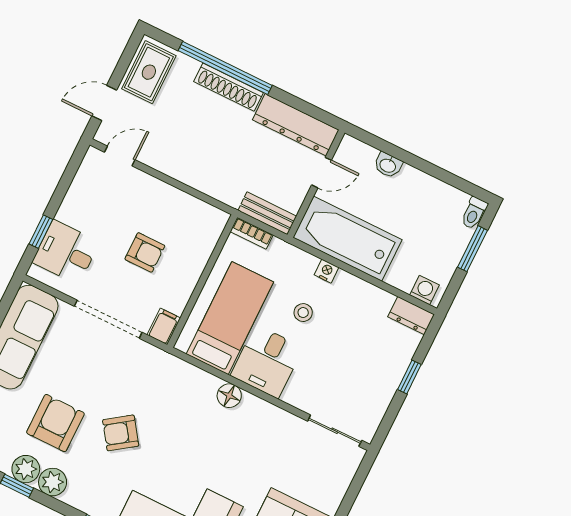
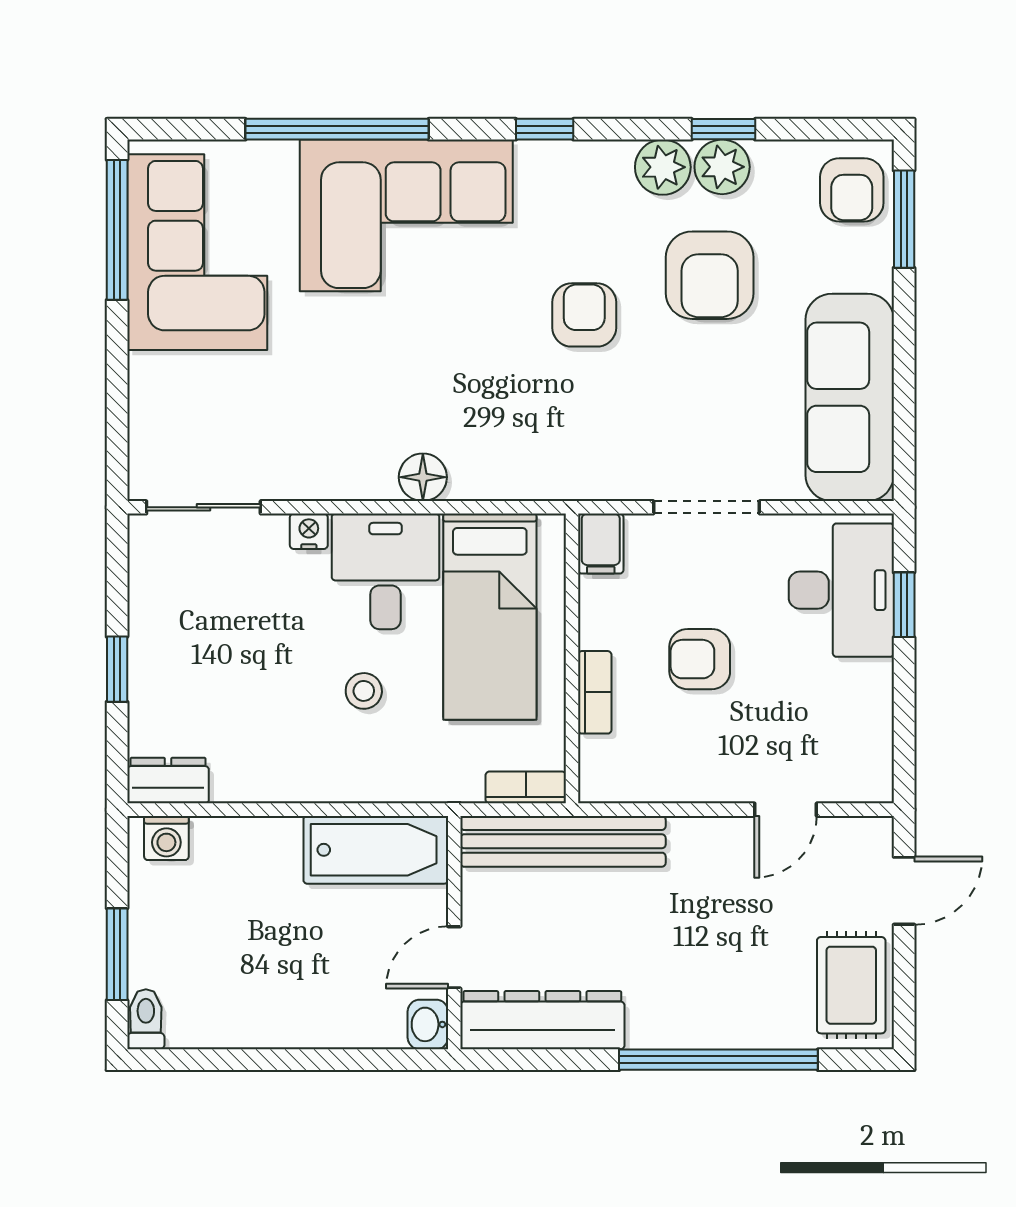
shoe rack: (229, 87) -> (696, 1029), removed
door: (120, 156) -> (786, 810), moved
washbasin: (388, 165) -> (428, 1024), moved, turned -90
bench: (267, 213) -> (563, 841), width x1.86, depth x1.21
bathtub: (347, 239) -> (376, 850), width x0.73, depth x0.73
desk: (66, 252) -> (841, 590), width x1.37
bookcase: (199, 261) -> (595, 692), added
nightstand: (326, 271) -> (309, 531), moved, turned 180
doorway: (108, 319) -> (706, 507), width x0.73
armchair: (121, 433) -> (584, 315), turned -55

